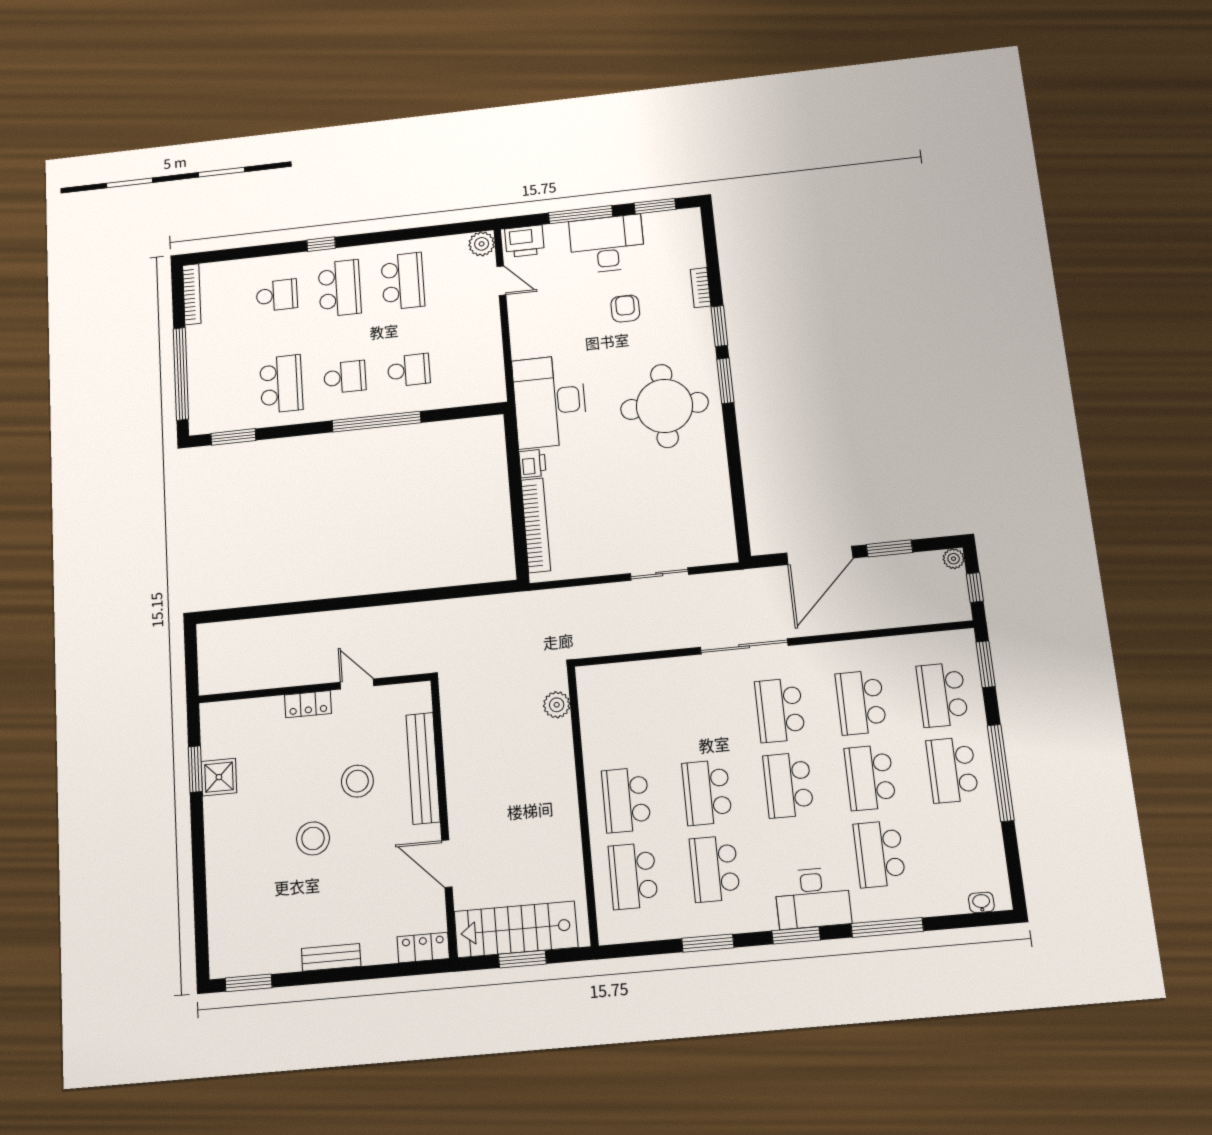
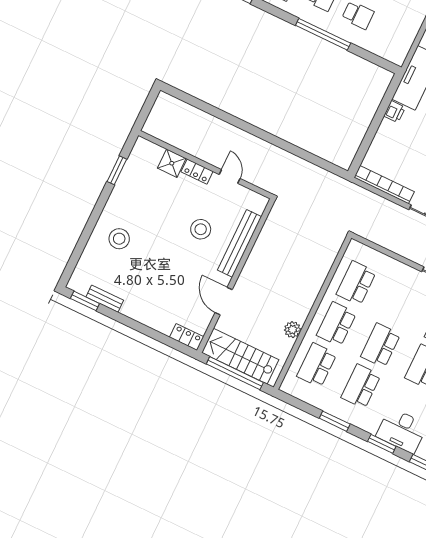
bookcase: (536, 525) -> (384, 185), moved, turned -90
plant: (557, 705) -> (292, 330), moved
school desk: (619, 725) -> (356, 283), added
shower: (219, 777) -> (172, 163), moved
stool: (313, 838) -> (119, 239), moved
bench: (331, 957) -> (105, 299), moved
window: (522, 959) -> (235, 373), width x2.11

